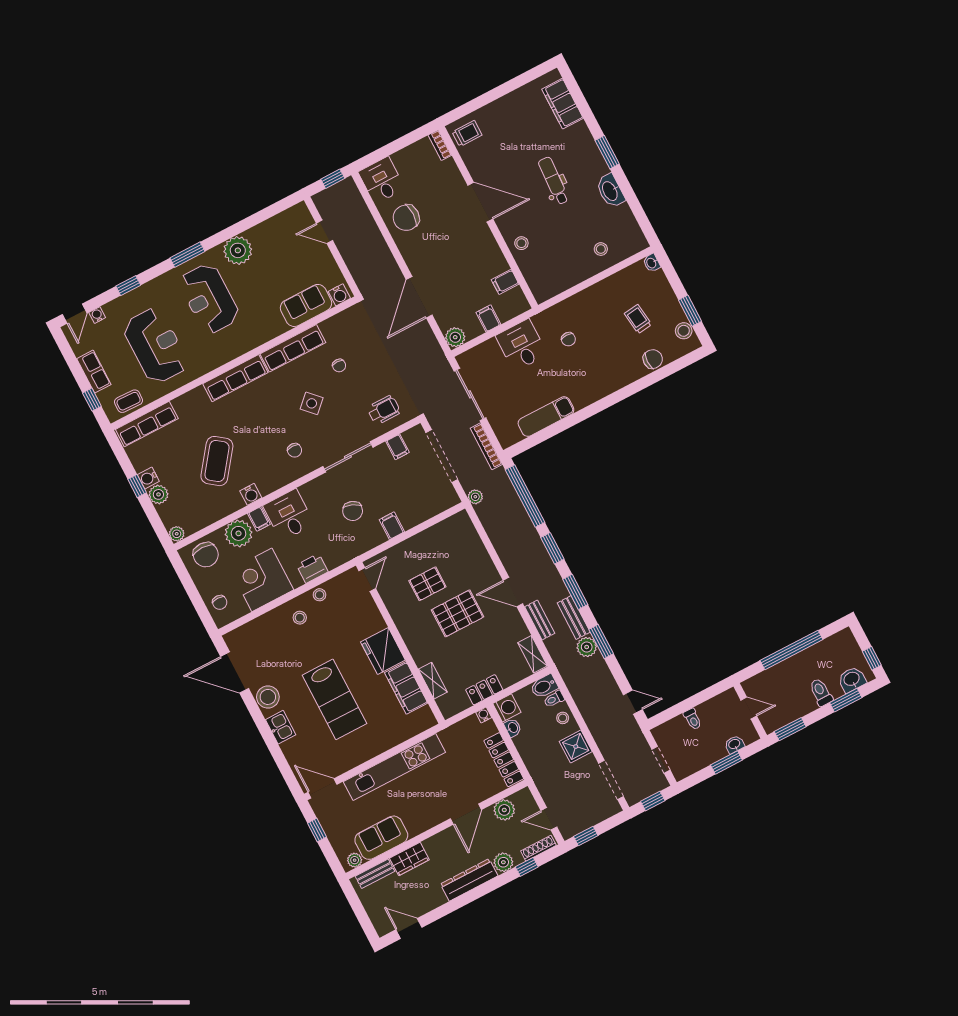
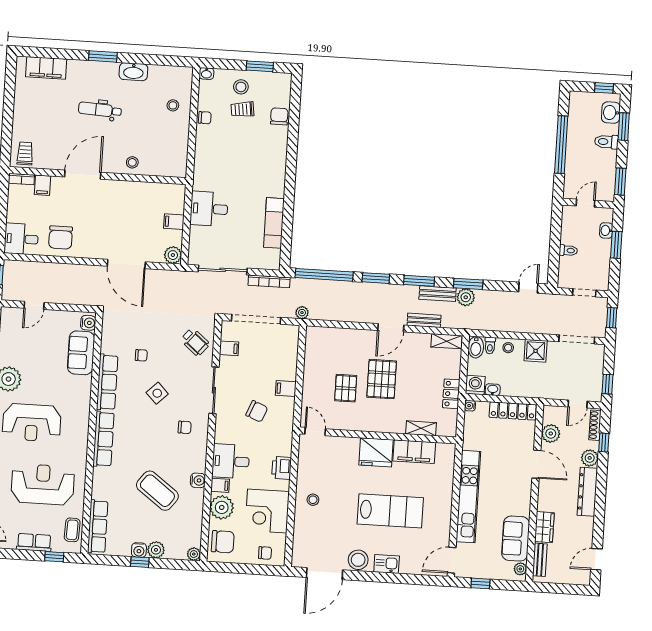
filing cabinet: (505, 282) -> (42, 185), moved
stool: (684, 331) -> (241, 87), moved
chair: (568, 339) -> (205, 118), moved
wheelchair: (384, 410) -> (195, 342), turned 130
stool: (320, 595) -> (305, 474), removed

